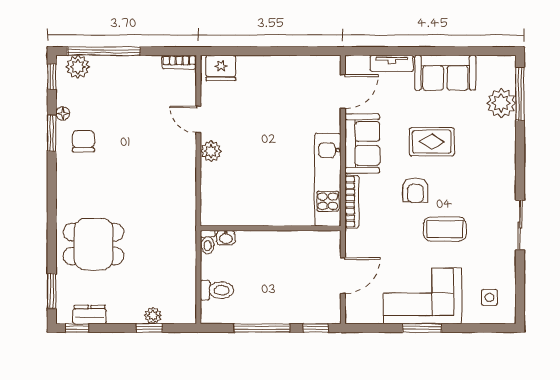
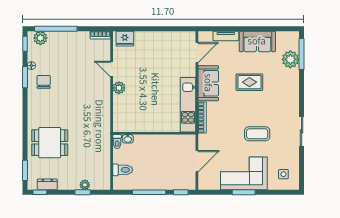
armchair: (415, 190) -> (240, 111), removed

